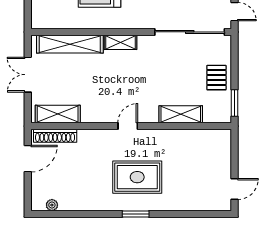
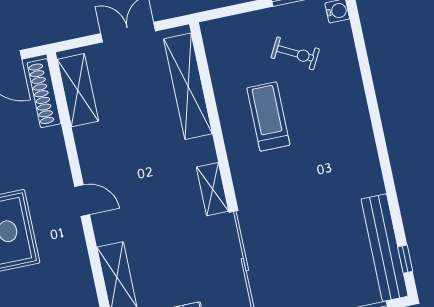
shelving: (120, 42) -> (213, 189), moved

